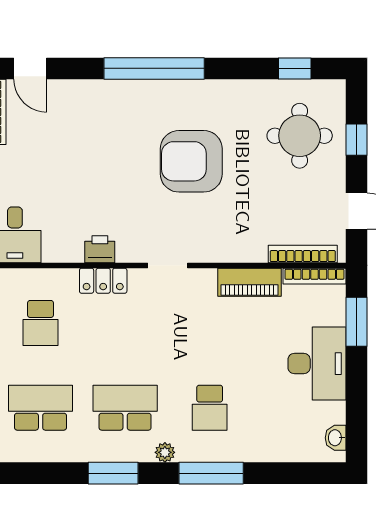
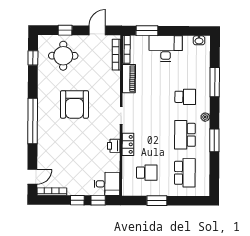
school desk: (41, 408) -> (185, 173), turned 180
window: (211, 473) -> (215, 82), moved

